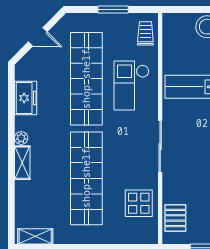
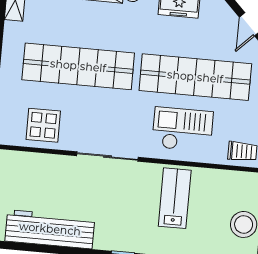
pallet: (175, 218) -> (22, 167), removed

